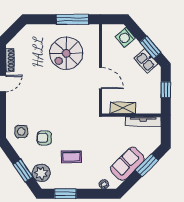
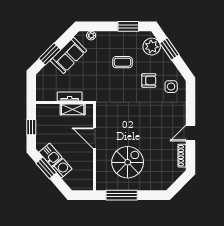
washing machine: (125, 37) -> (62, 168), moved
tv unit: (143, 121) -> (70, 96), moved, width x0.71

